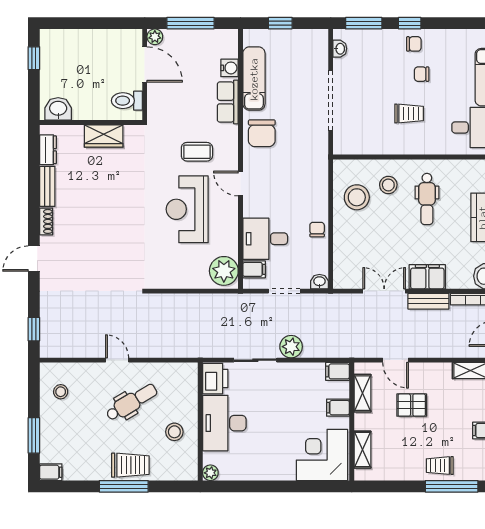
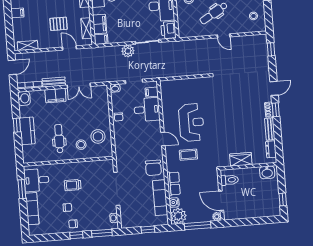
chair: (262, 133) -> (153, 168), turned 180
window: (34, 220) -> (276, 110), added
plant: (224, 271) -> (178, 216), moved
filing cabinet: (338, 408) -> (100, 24), width x2.00

